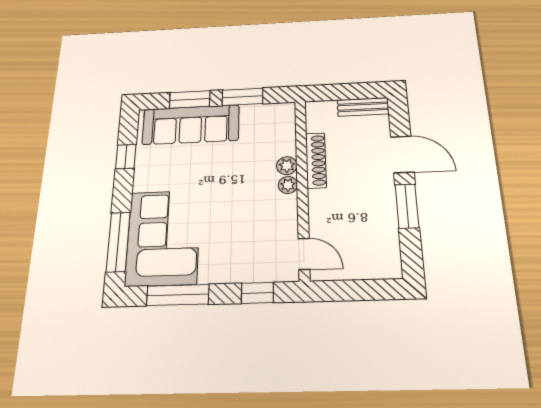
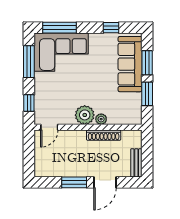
plant: (288, 185) -> (85, 115), width x1.88, depth x1.88

